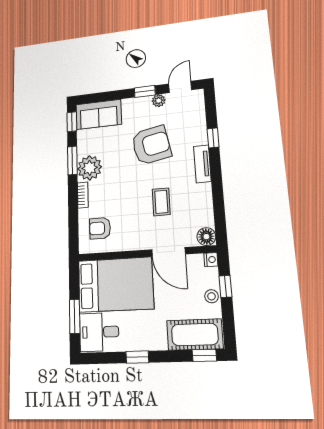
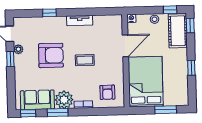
sofa: (99, 114) -> (37, 100), moved, turned -90
armchair: (151, 145) -> (51, 55), turned 101
tv unit: (202, 164) -> (80, 21), moved
coffee table: (161, 202) -> (85, 60), moved
floor lamp: (206, 237) -> (116, 21), removed
window: (225, 286) -> (170, 10), moved
desk: (99, 332) -> (176, 93), removed

